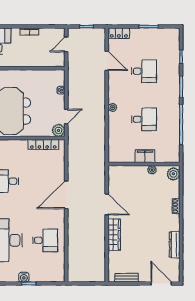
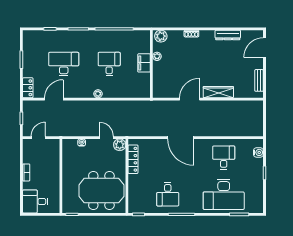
door: (66, 44) -> (38, 138), swing flipped
desk: (144, 71) -> (64, 64), width x1.37
water cooler: (24, 277) -> (258, 152), moved

